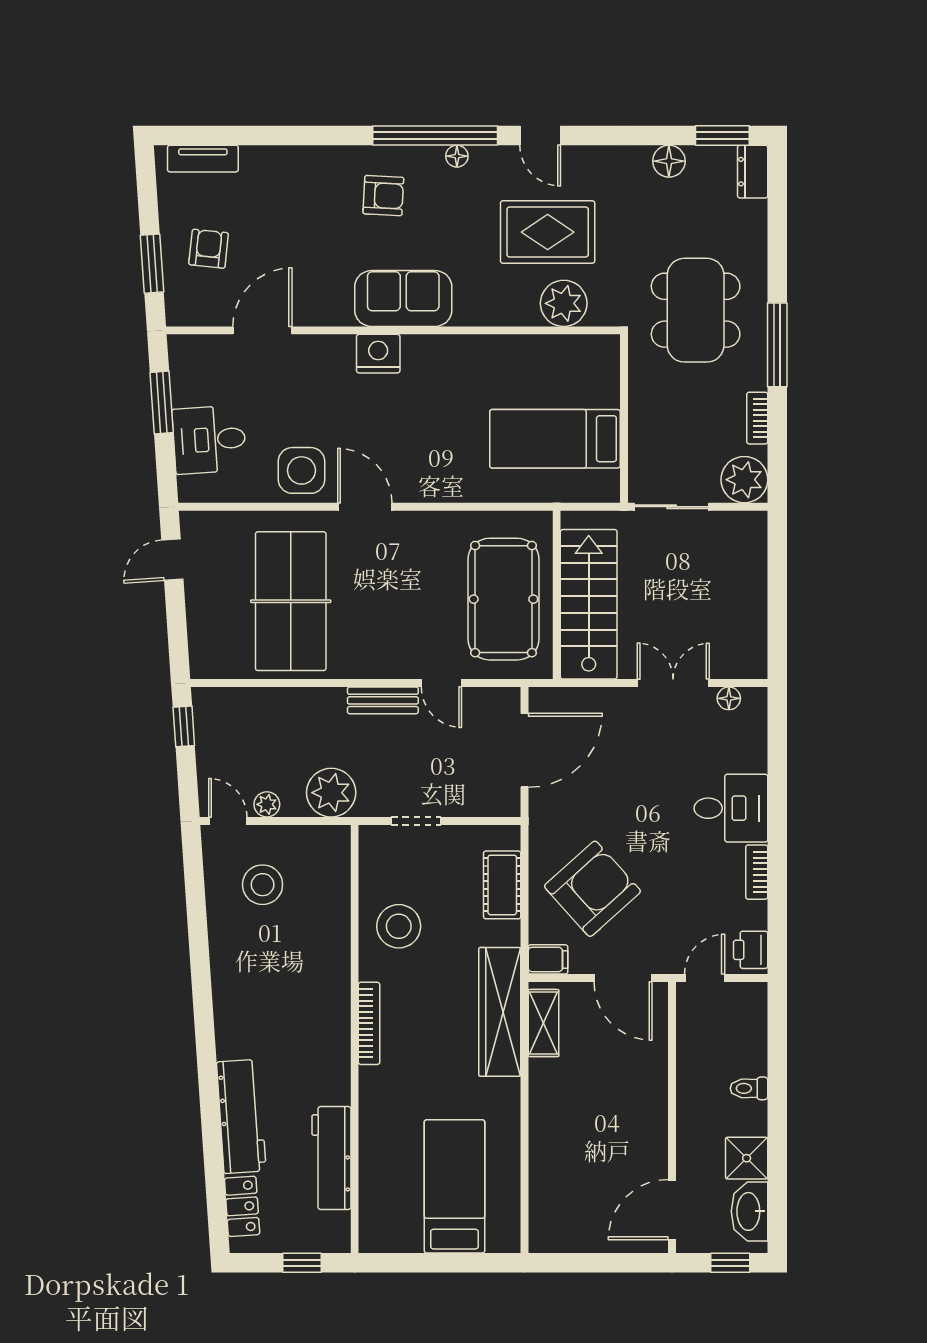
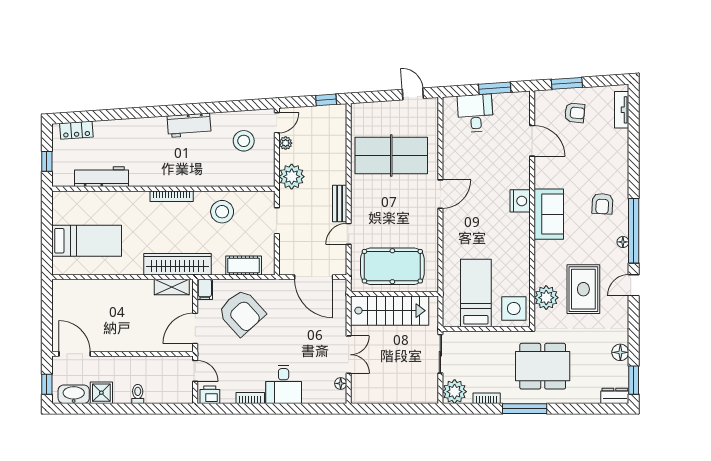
side table: (302, 470) -> (514, 308), moved
workbench: (241, 1116) -> (189, 125), moved, width x0.73

